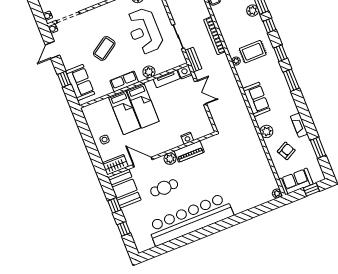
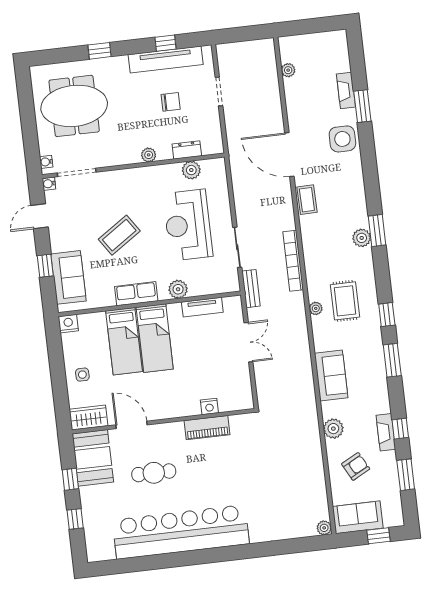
window: (269, 26) -> (400, 429), moved
rug: (253, 52) -> (345, 301), turned 90
nightstand: (185, 72) -> (68, 324), moved
plant: (170, 159) -> (175, 431), removed

